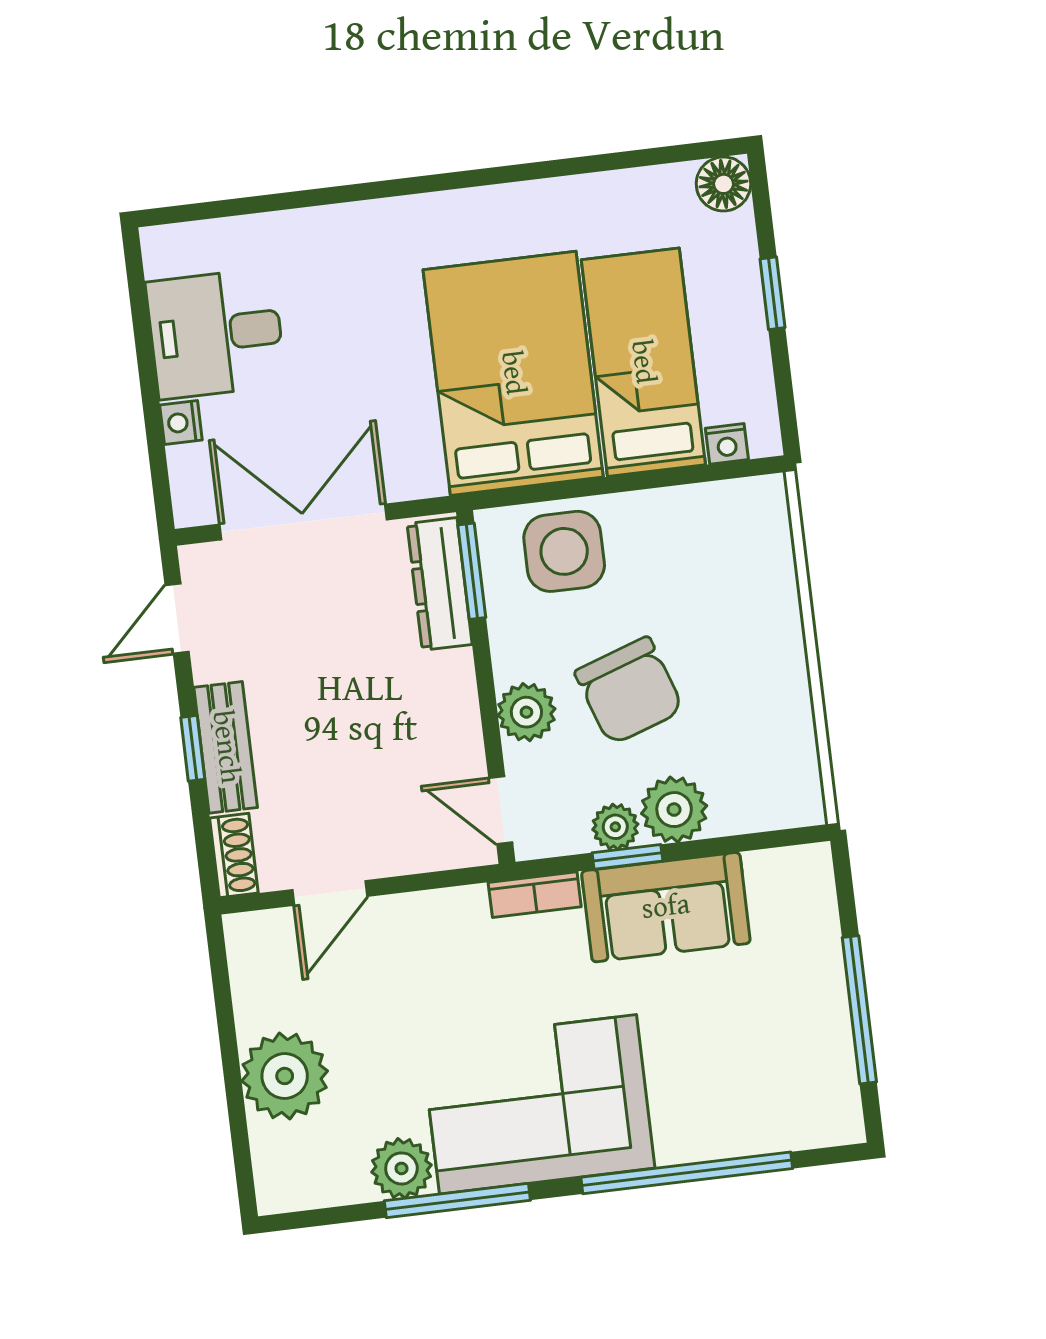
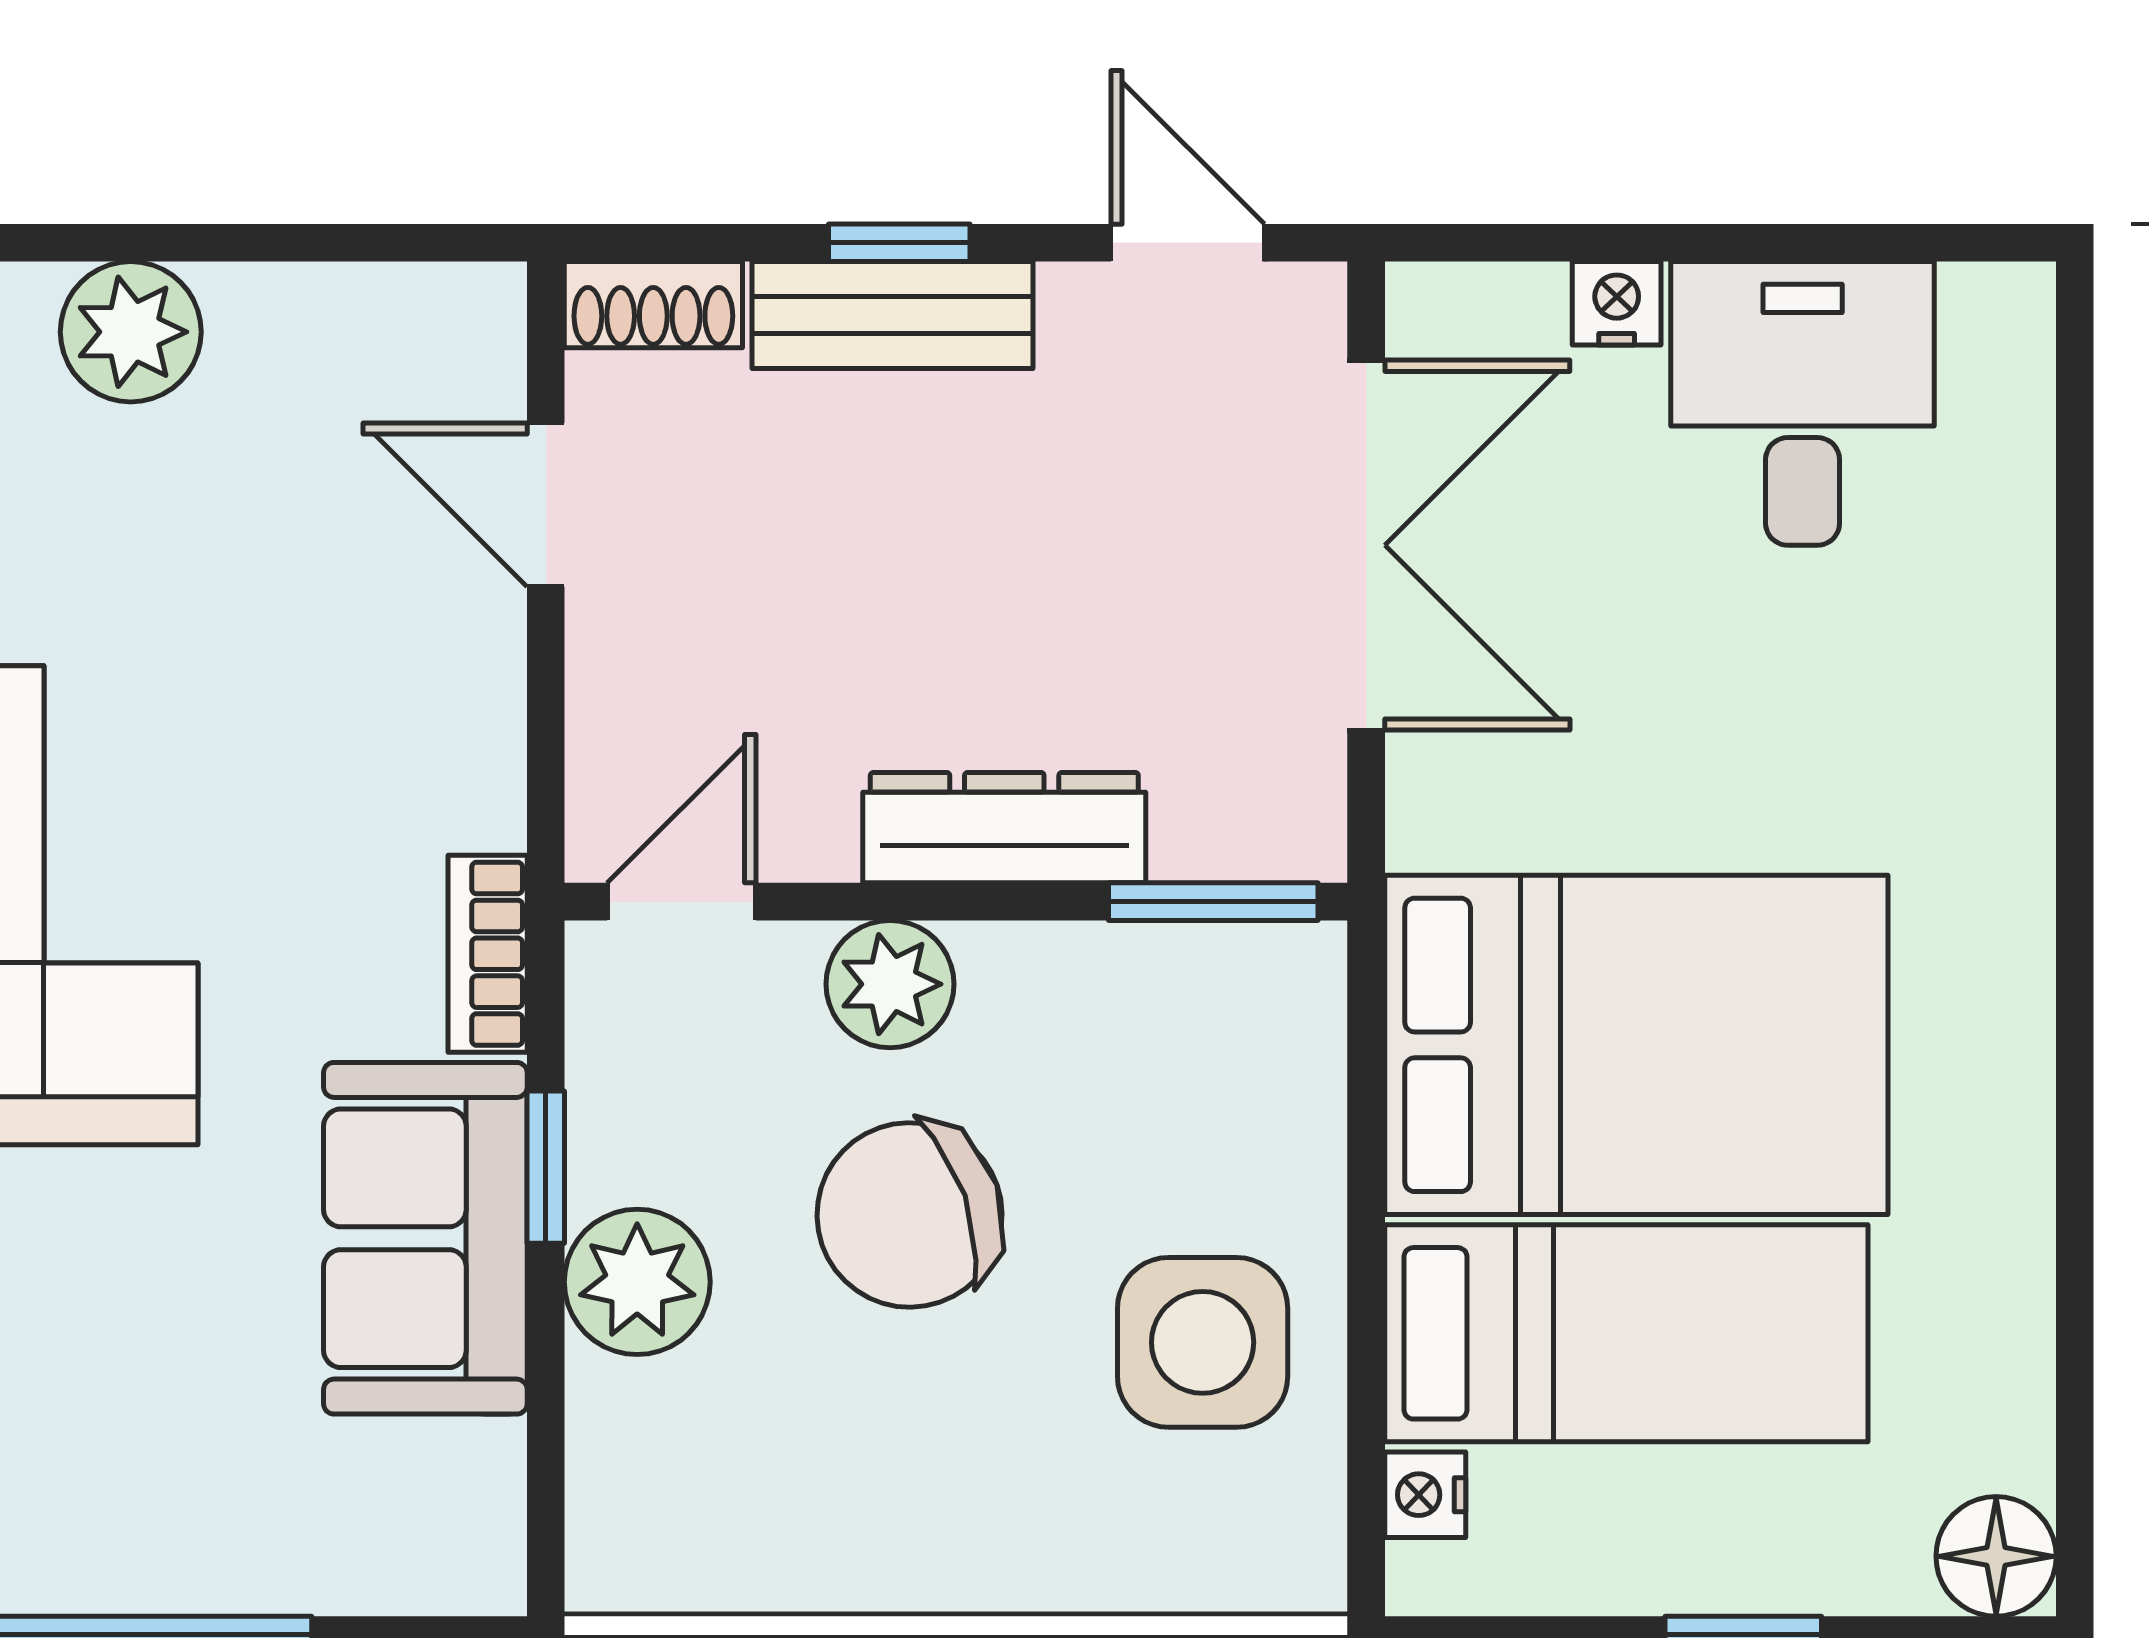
side table: (564, 551) -> (1203, 1342), moved
dresser: (440, 584) -> (1004, 828), moved
plant: (615, 827) -> (615, 1149), removed
plant: (285, 1076) -> (131, 332), width x0.73, depth x0.73

